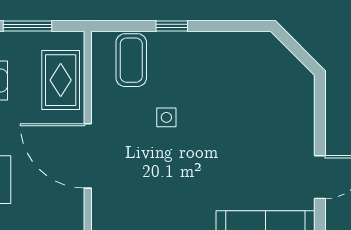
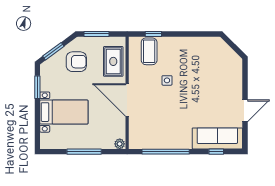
window: (172, 26) -> (153, 34), moved

